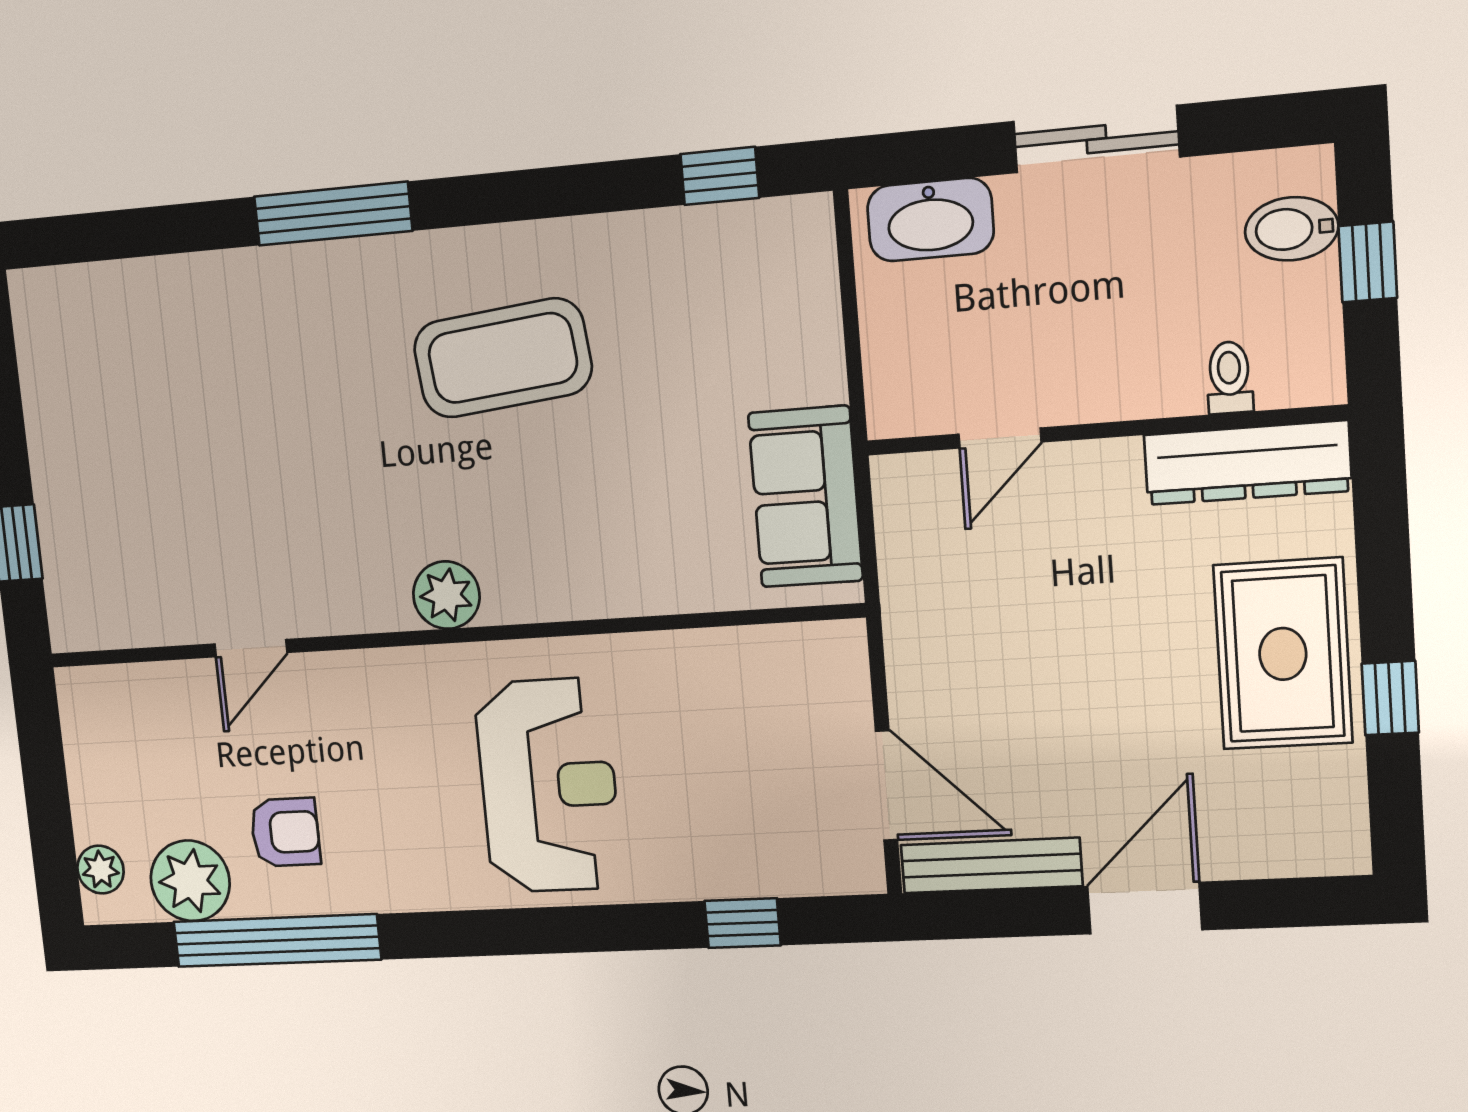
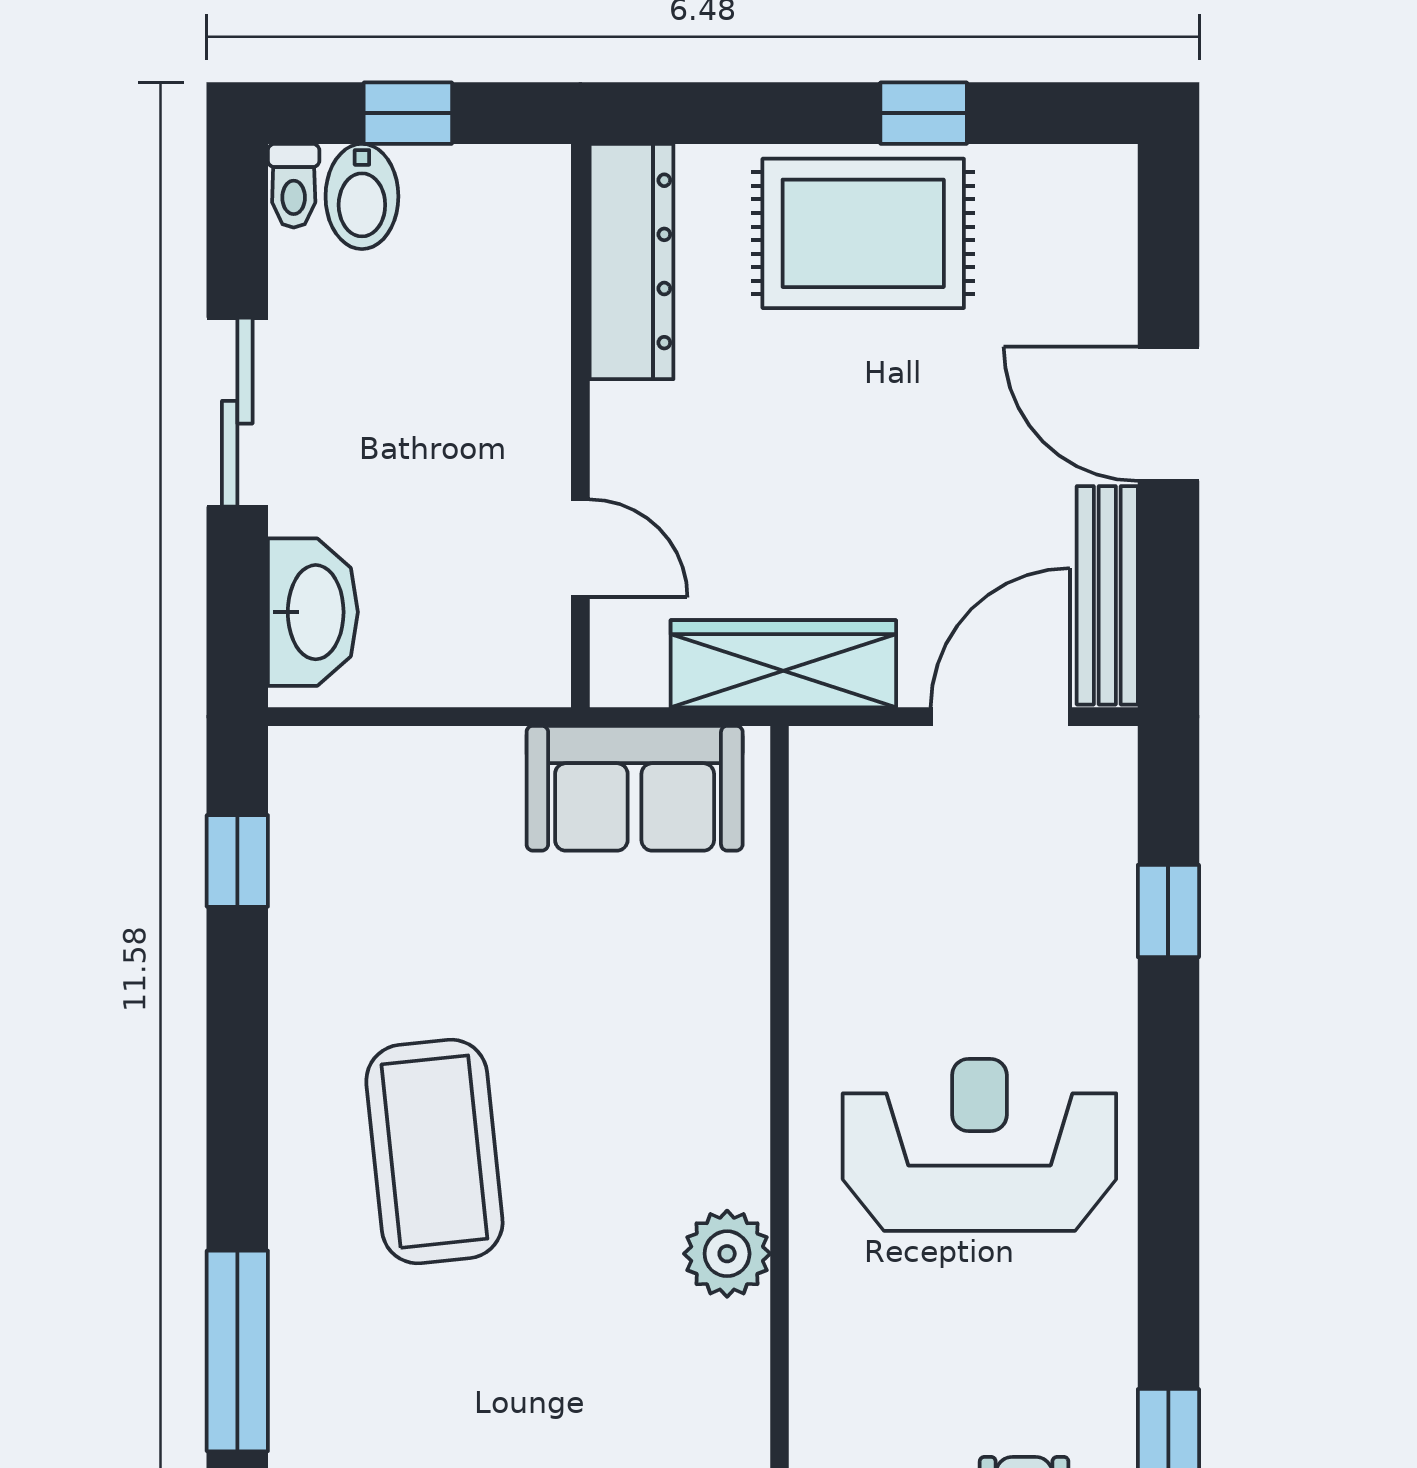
toilet: (1229, 378) -> (294, 186), moved, turned -90
wardrobe: (916, 610) -> (783, 664), added

